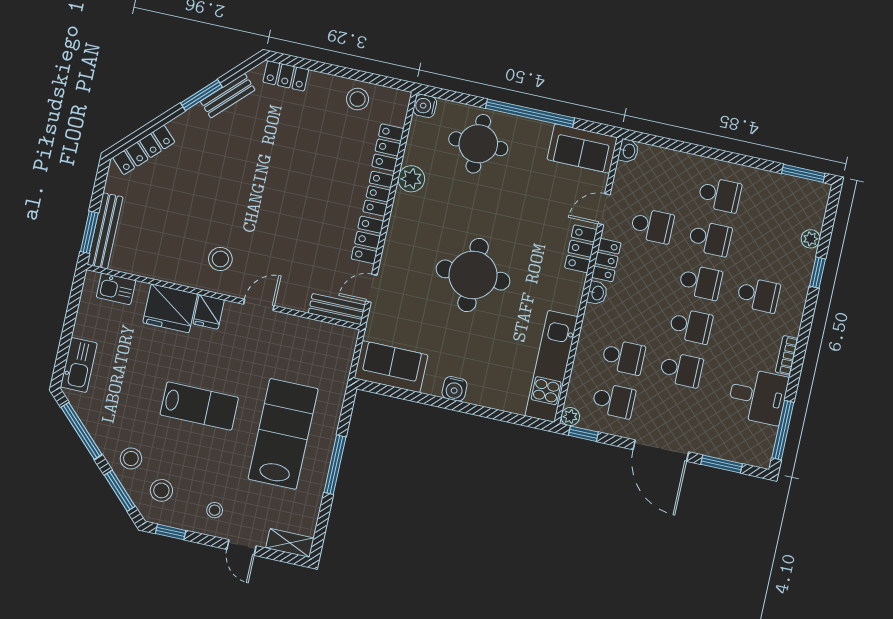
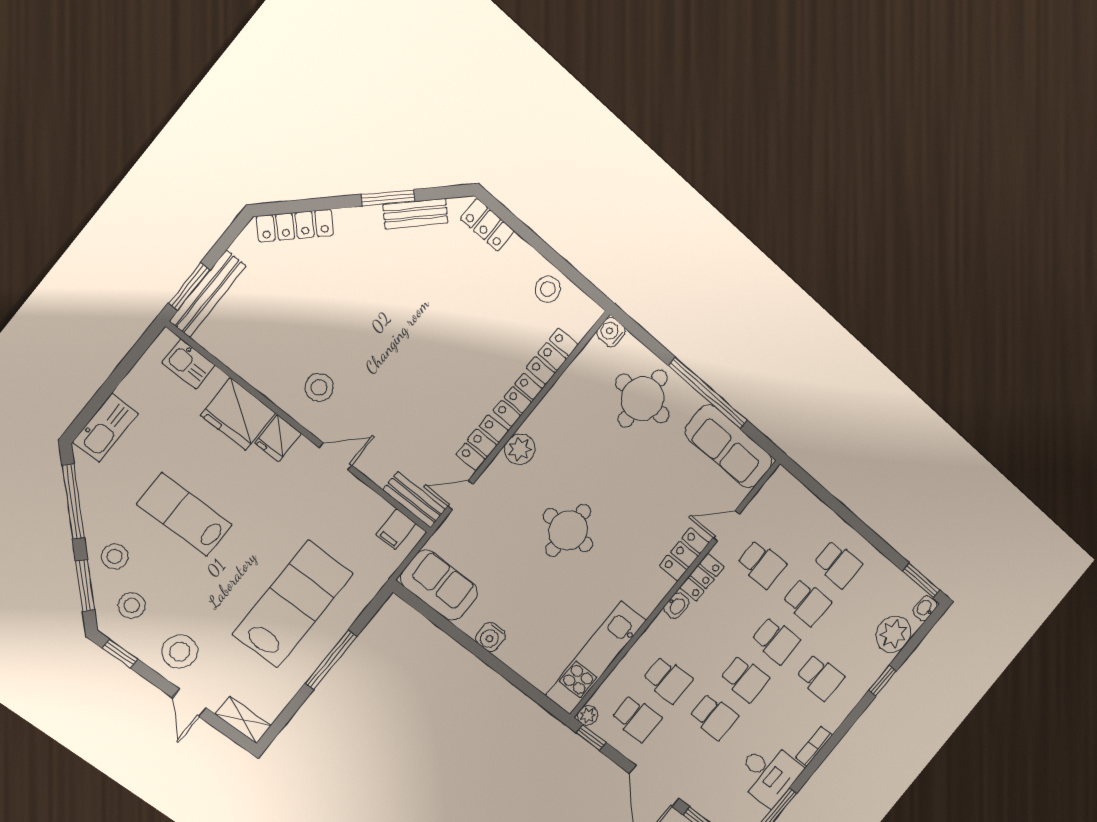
sofa: (582, 148) -> (729, 447), width x1.36
washbasin: (628, 151) -> (925, 608), moved, turned 180
plant: (411, 179) -> (520, 449), moved
plant: (811, 239) -> (893, 634), width x1.88, depth x1.88
round table: (473, 275) -> (568, 530), width x0.73, depth x0.73
filing cabinet: (334, 339) -> (396, 529), added
lab bench: (199, 406) -> (184, 515), moved, turned 180
stool: (215, 510) -> (180, 652), width x1.89, depth x1.89

